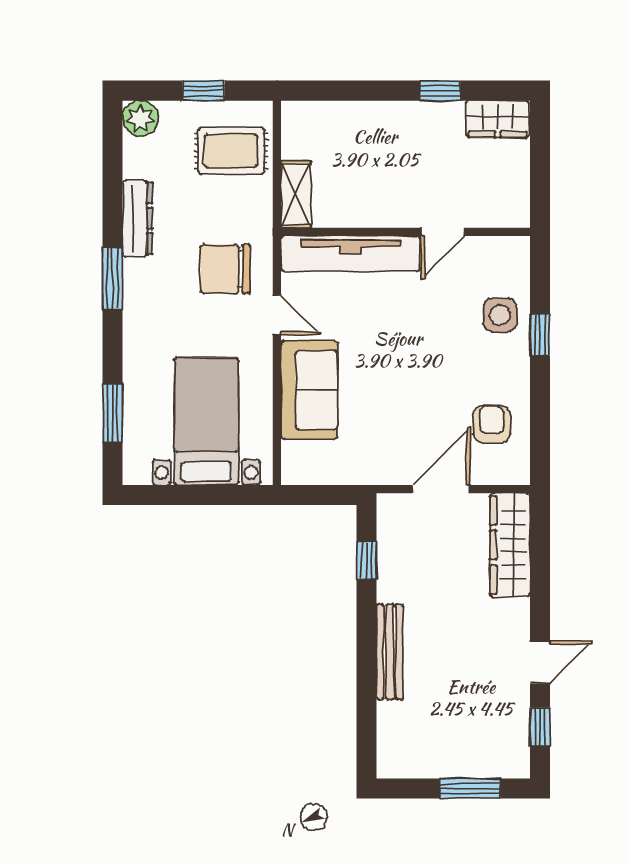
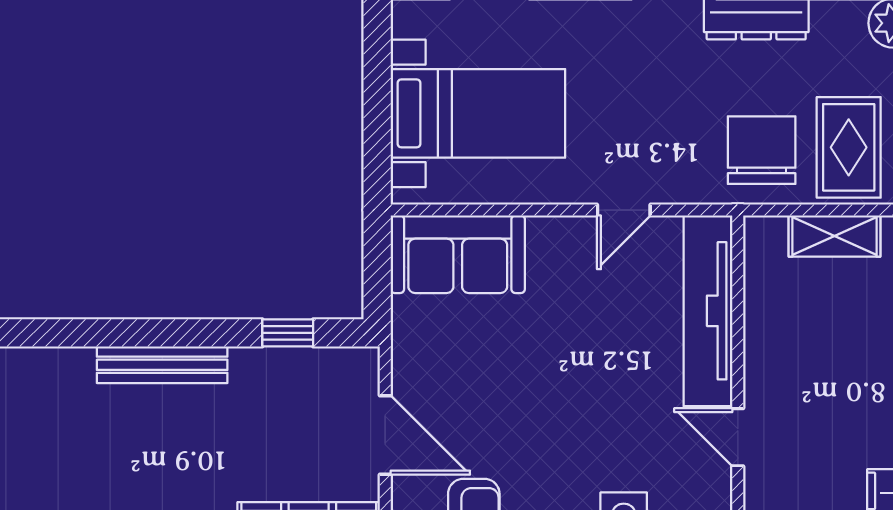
shelving: (296, 194) -> (834, 236), moved
chair: (225, 269) -> (762, 150), moved
sofa: (309, 390) -> (458, 254), moved

